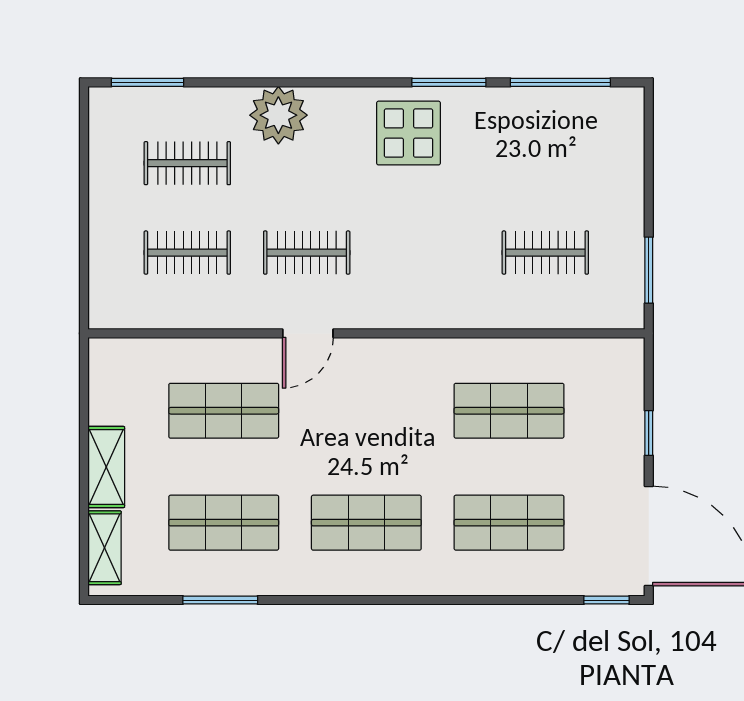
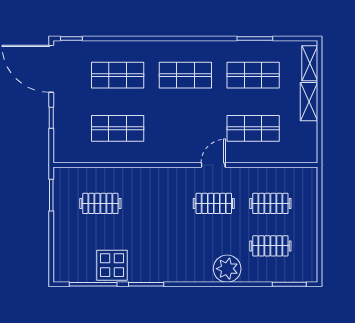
display table: (408, 133) -> (112, 265), moved

